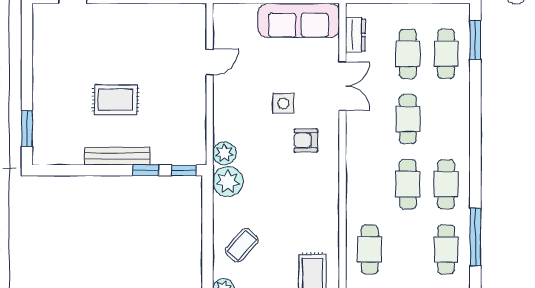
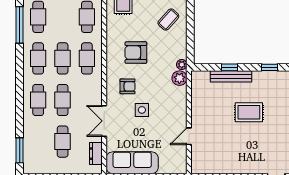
cafe table: (446, 54) -> (38, 100), moved
bench: (117, 156) -> (231, 76), moved
window: (184, 170) -> (269, 67), moved
plant: (228, 182) -> (182, 65), width x0.53, depth x0.53
cafe table: (370, 184) -> (87, 58), added
armchair: (293, 193) -> (136, 53), added

